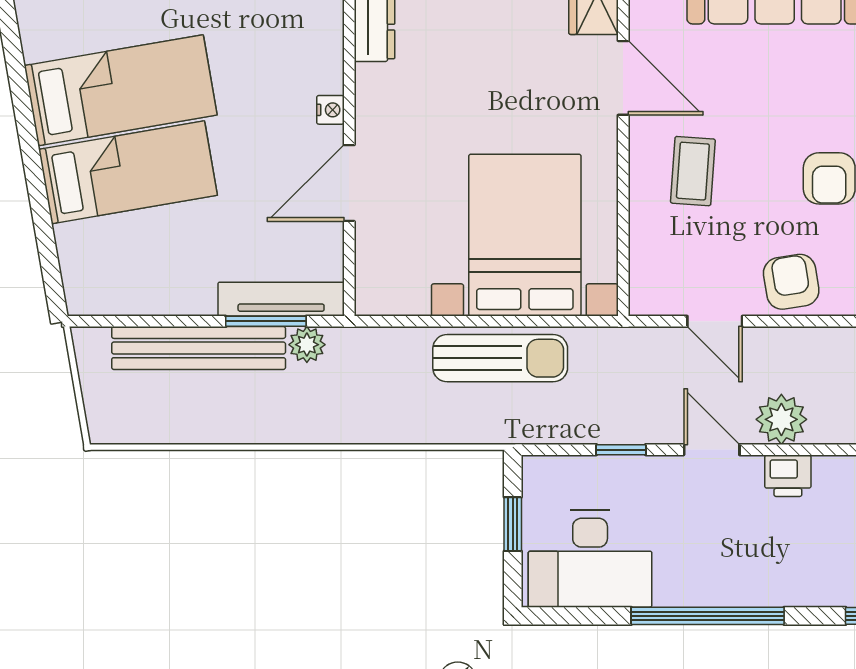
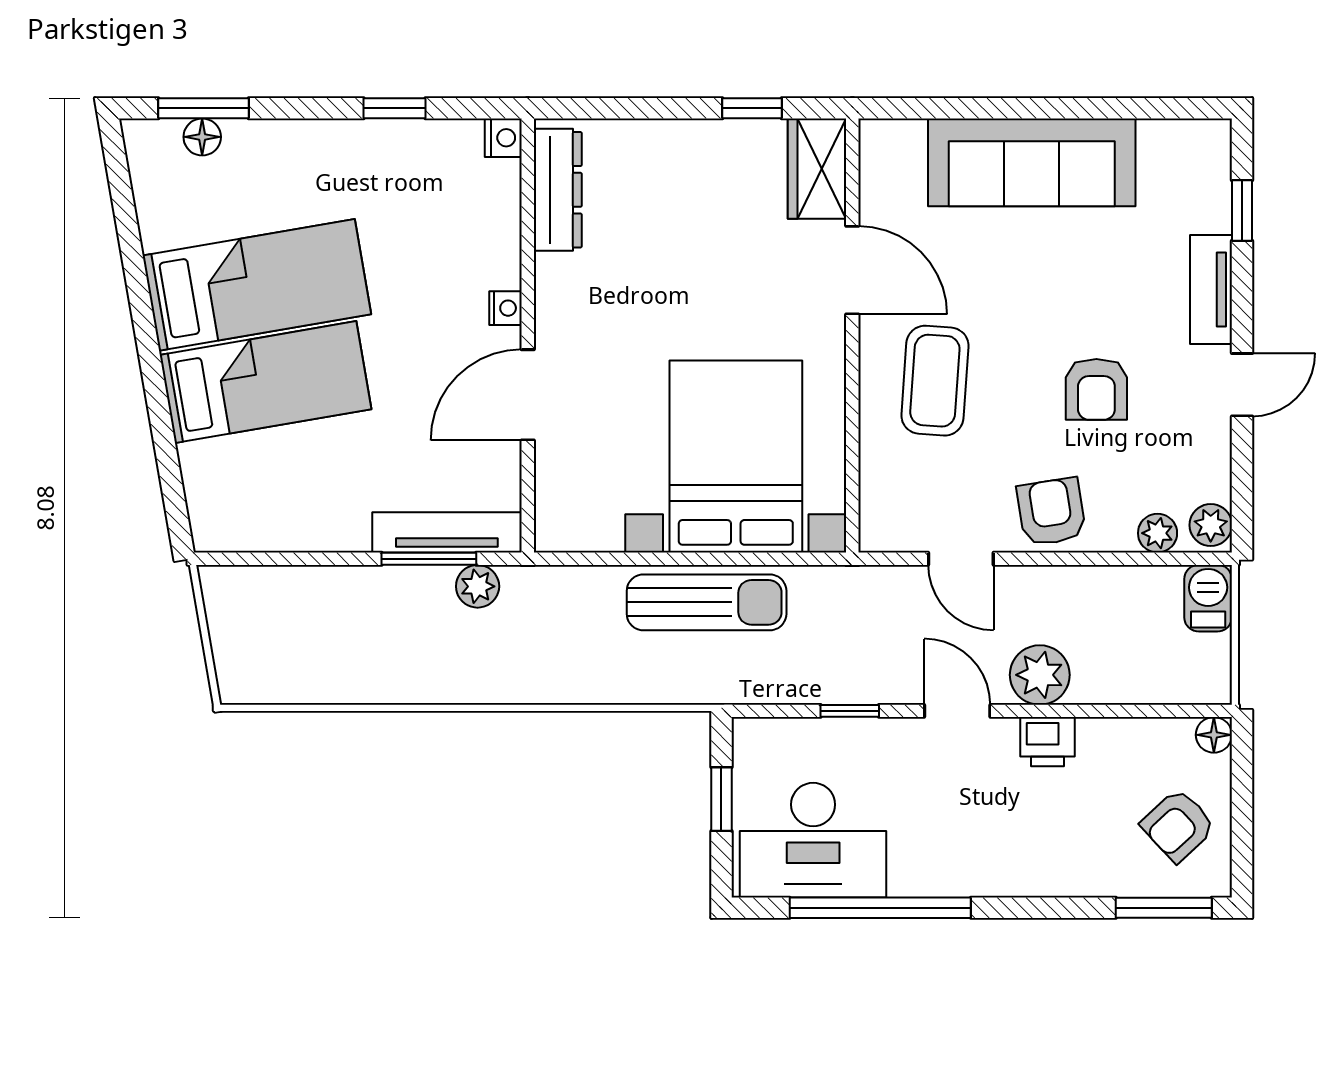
coffee table: (693, 171) -> (935, 381), width x1.36, depth x1.30
bench: (199, 348) -> (349, 590), removed
window: (708, 616) -> (880, 908), moved

